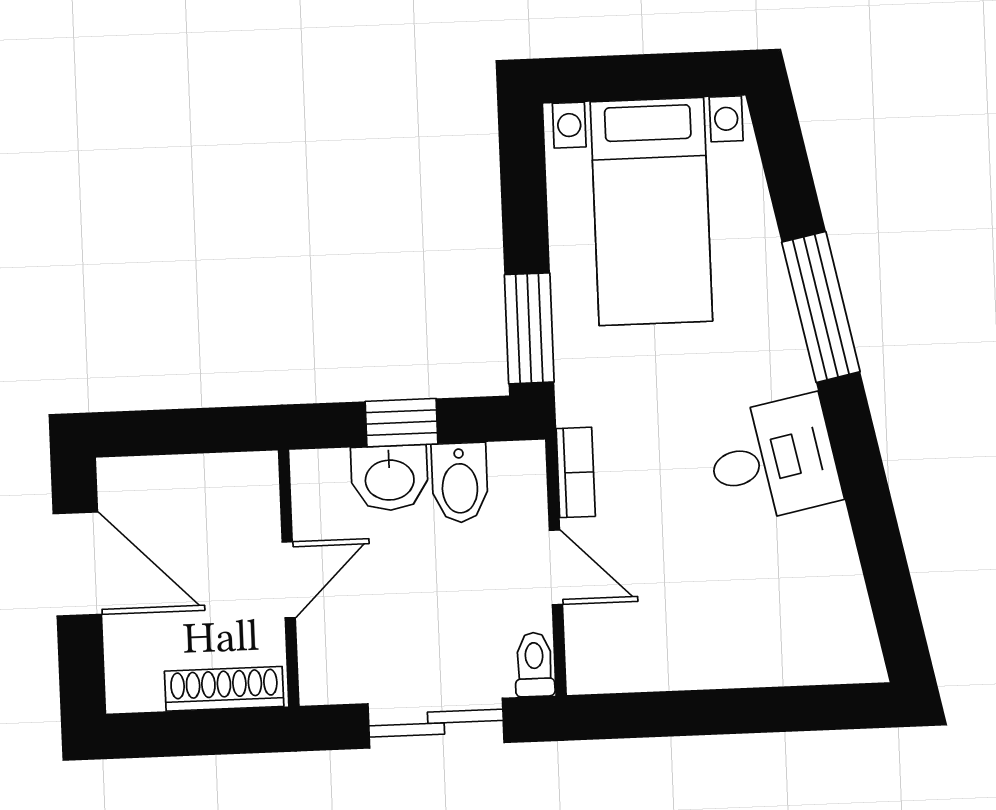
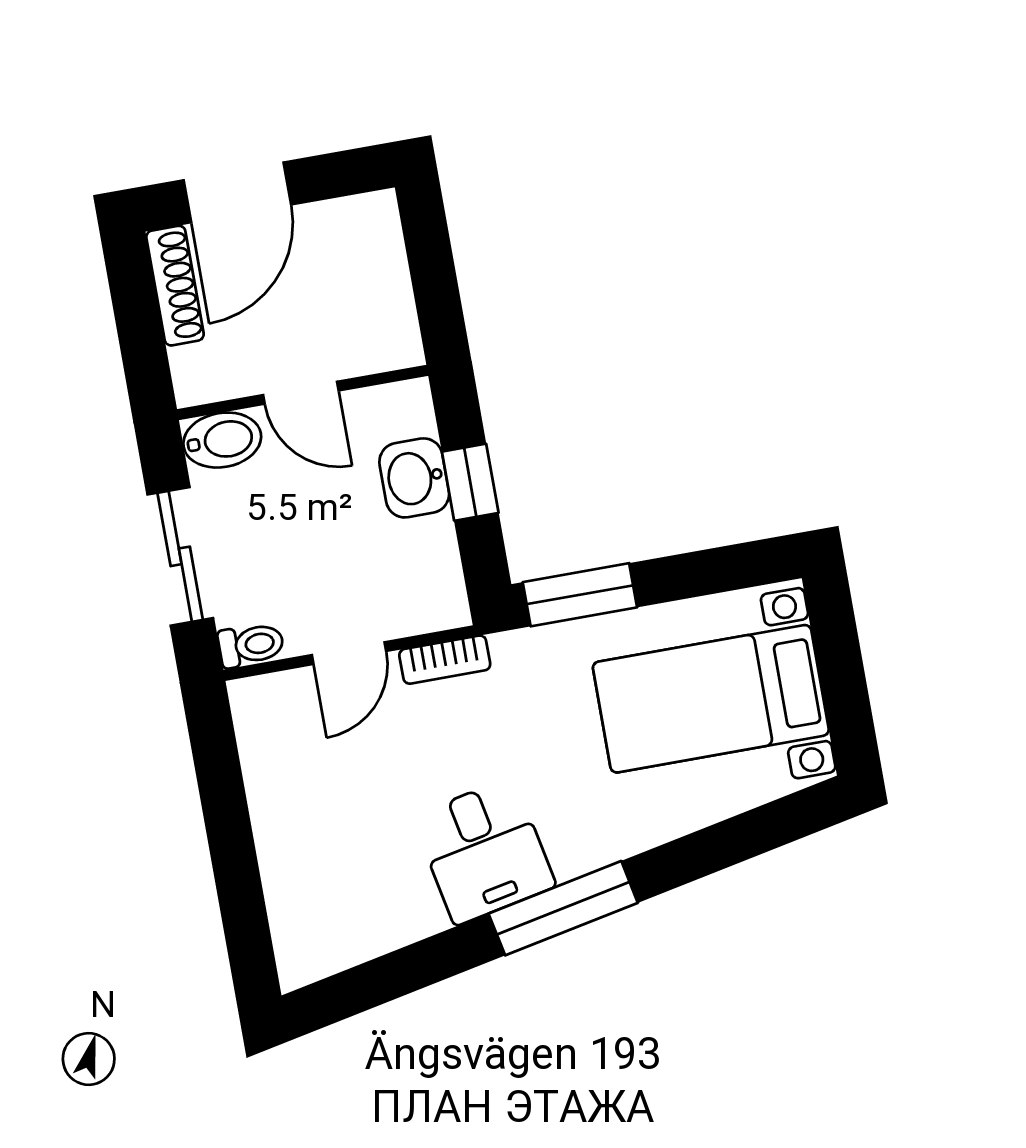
window: (821, 307) -> (563, 908), moved
bidet: (460, 483) -> (222, 440), moved, turned 180
door: (77, 564) -> (237, 192), moved
shoe rack: (224, 689) -> (175, 286), moved

